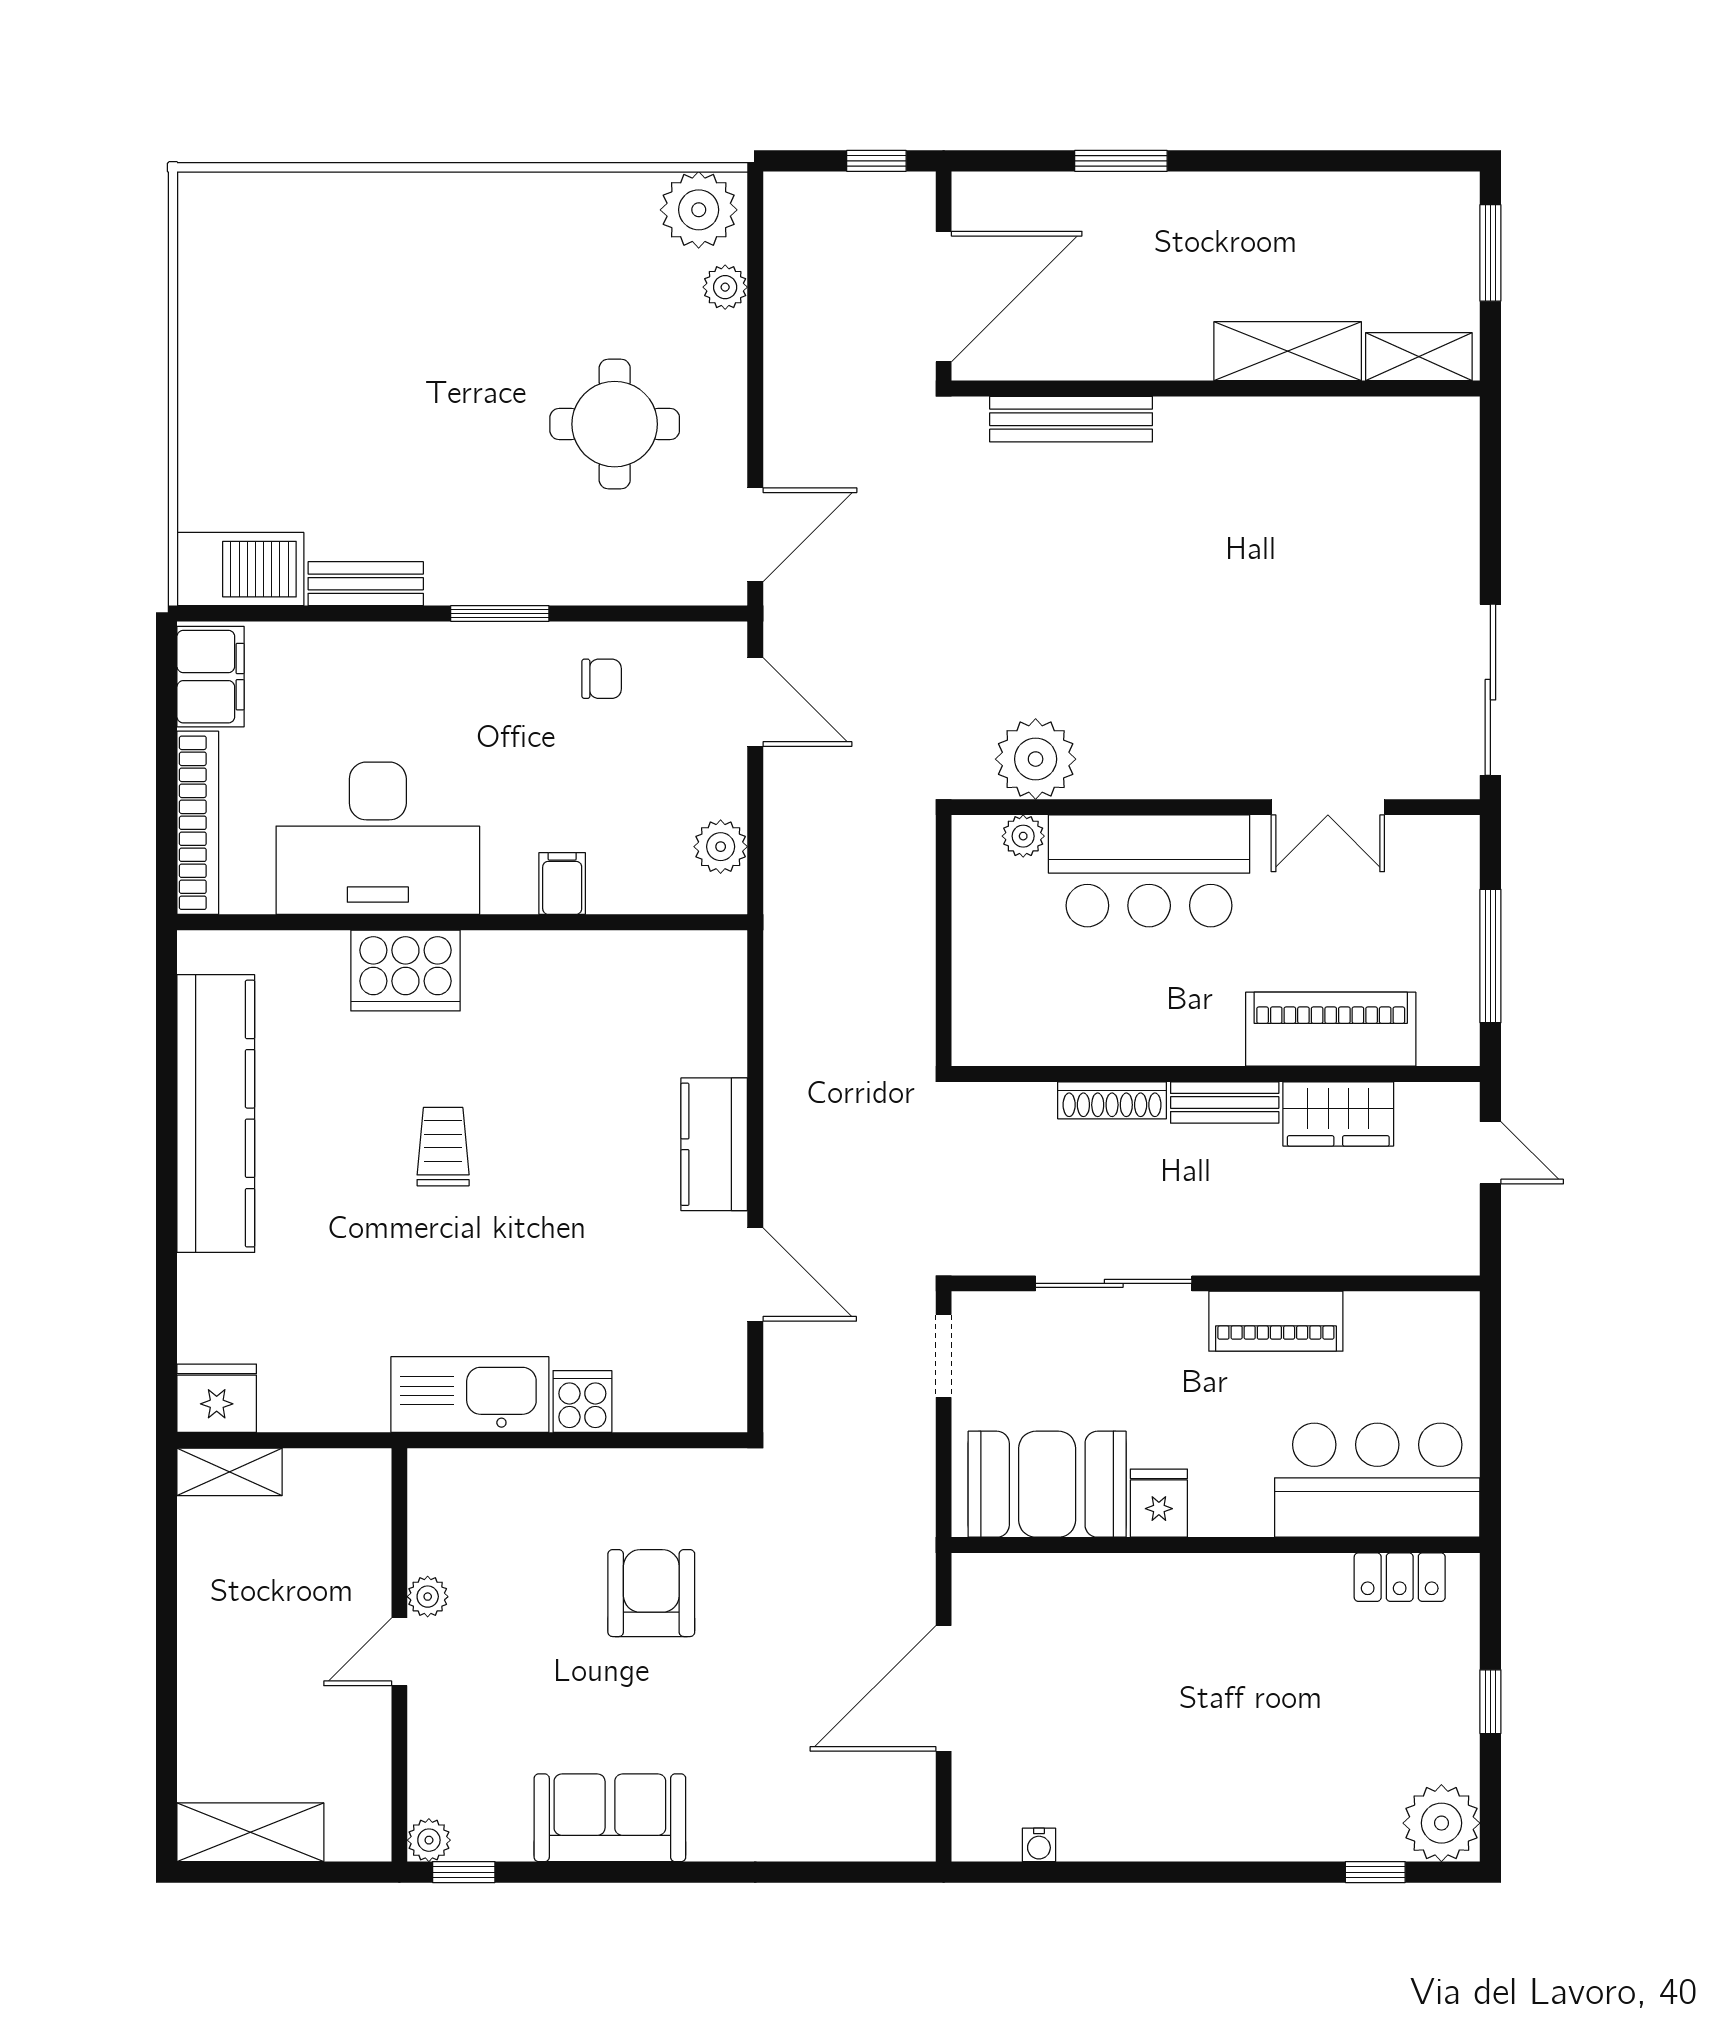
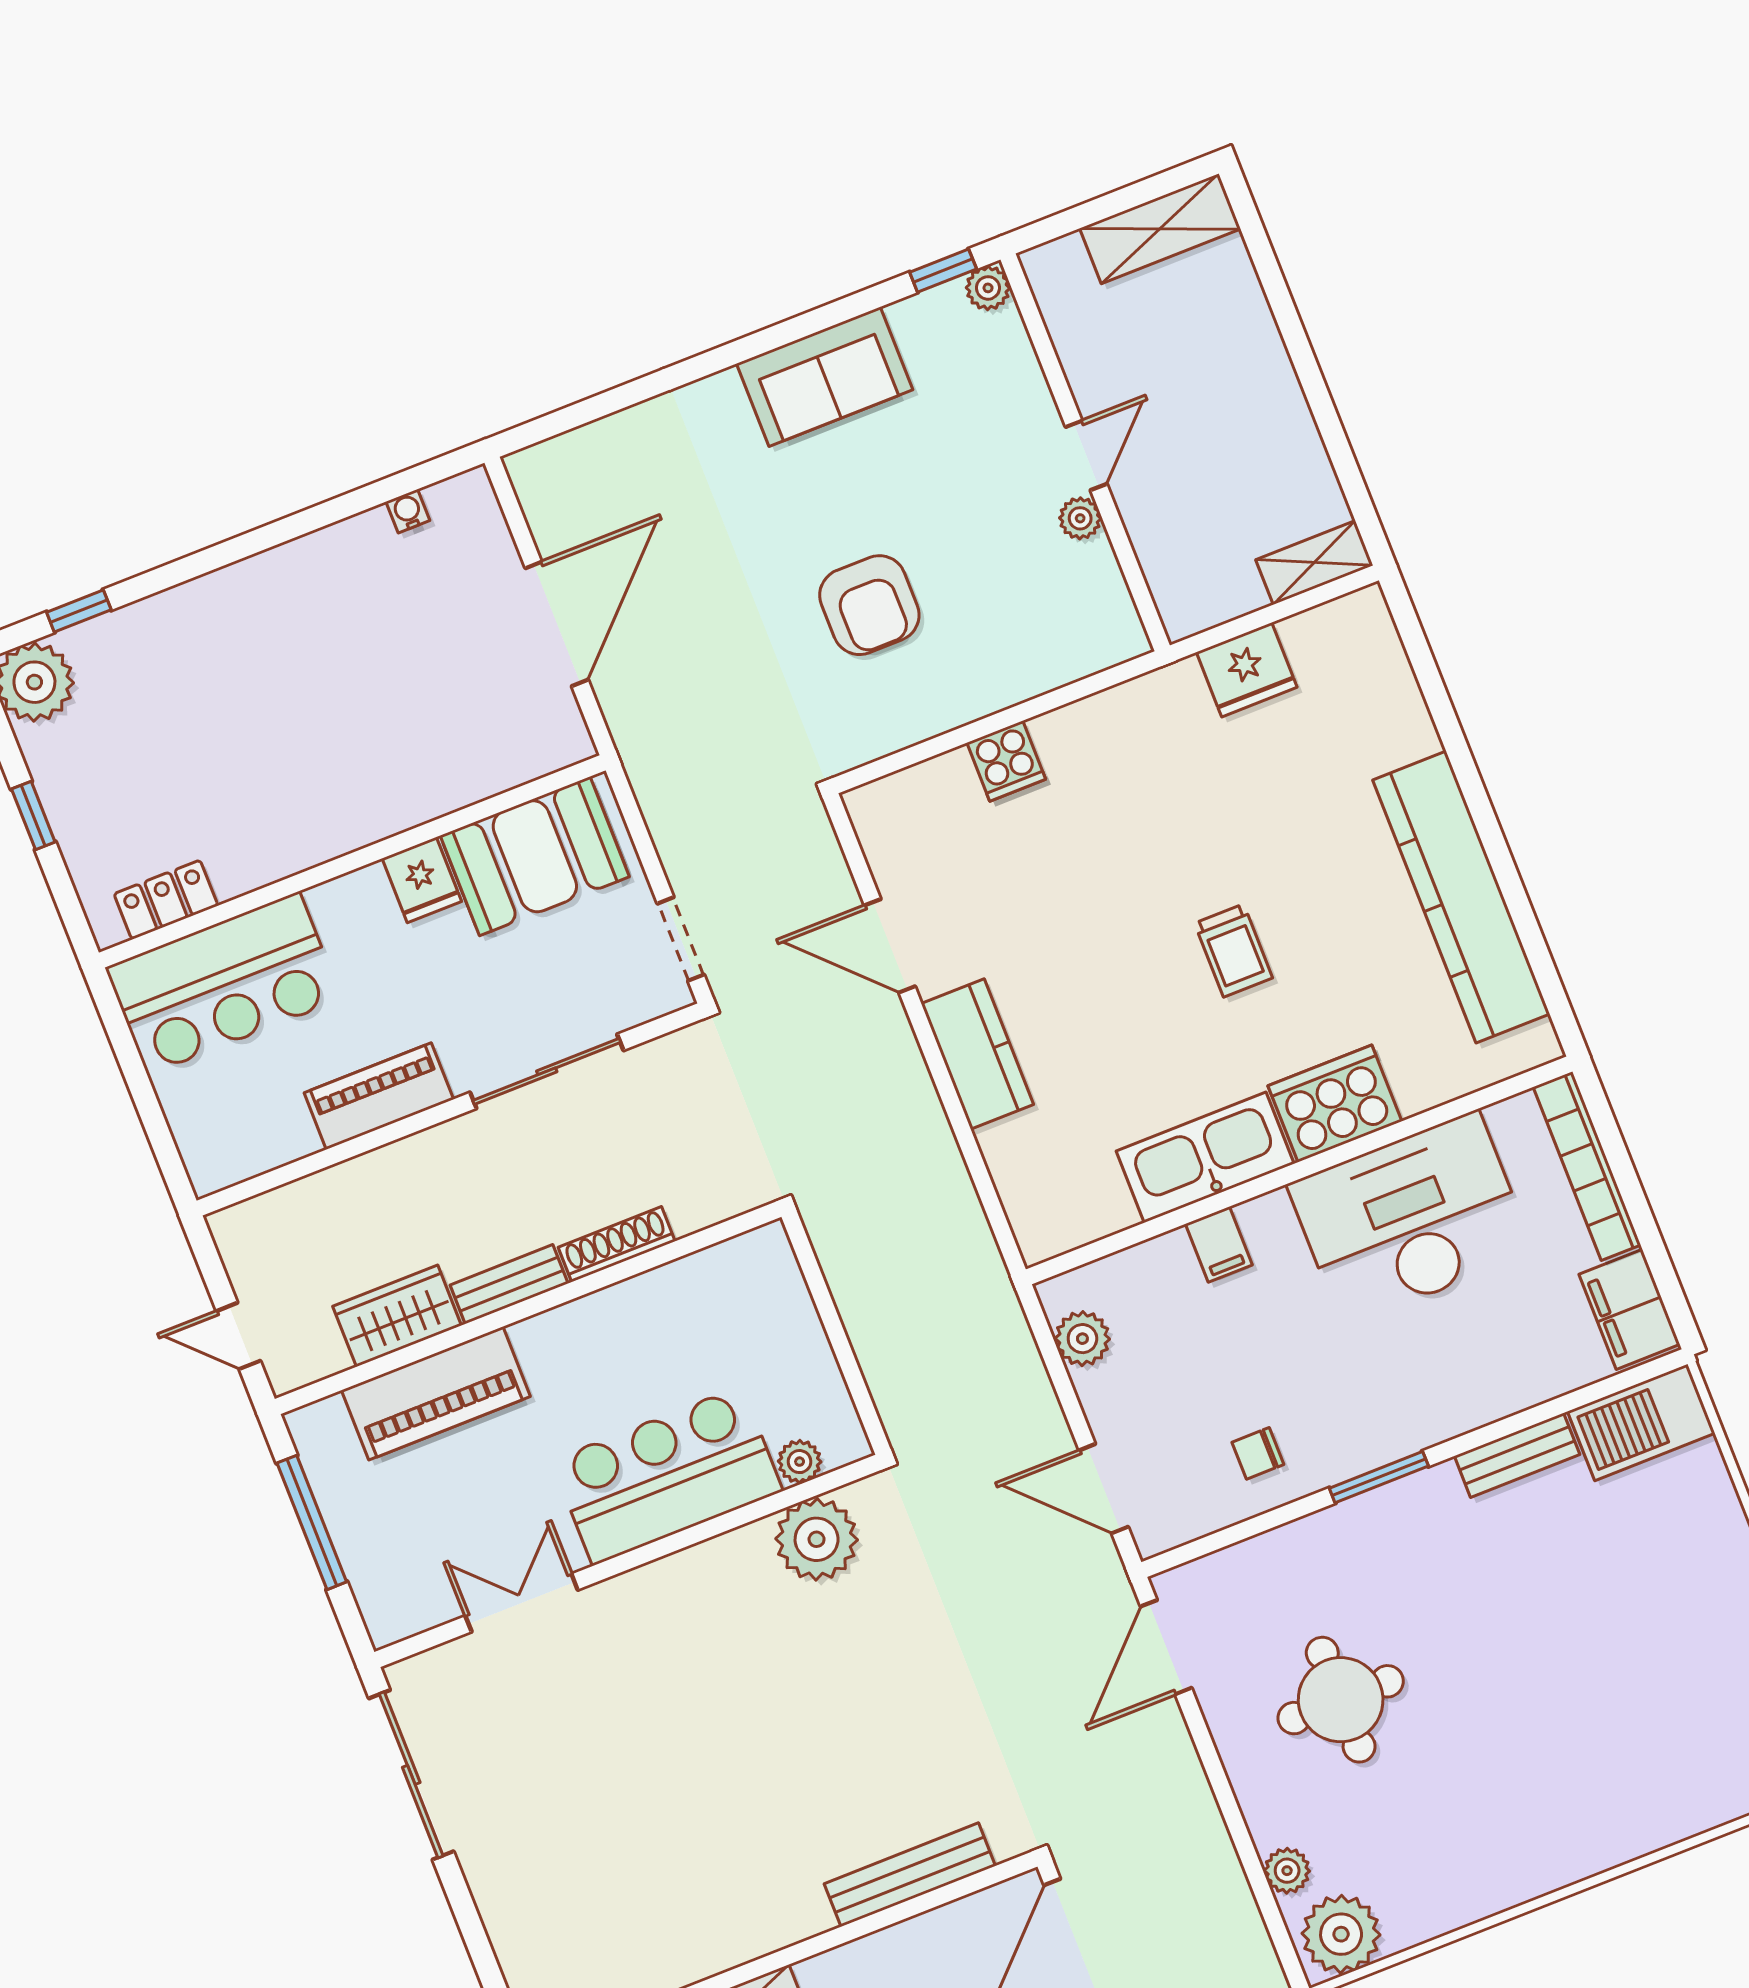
kitchen sink: (470, 1395) -> (1205, 1157), moved, turned 180
fridge: (217, 1398) -> (1247, 670), moved

